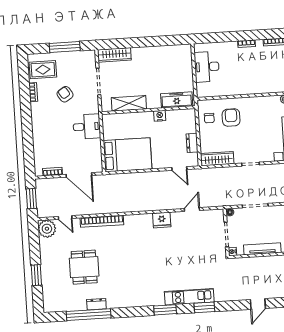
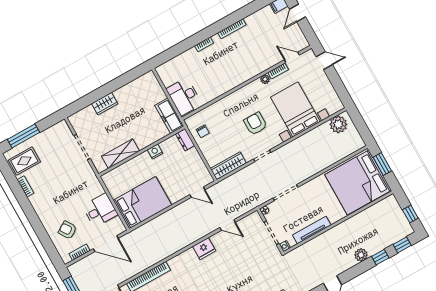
window: (65, 47) -> (24, 136), moved
wardrobe: (114, 55) -> (105, 104), moved, width x0.67
desk: (207, 67) -> (184, 97), moved
armchair: (65, 94) -> (68, 230), moved
freezer: (177, 100) -> (169, 116), moved, turned -90
armchair: (231, 118) -> (255, 124), moved
desk: (87, 127) -> (100, 210), moved
dresser: (192, 143) -> (185, 140), moved
door: (192, 210) -> (228, 225), swing flipped

